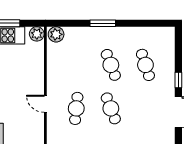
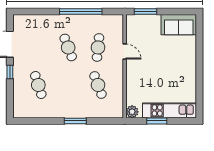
plant: (56, 34) -> (115, 111), removed
cafe table: (111, 65) -> (98, 85), moved

